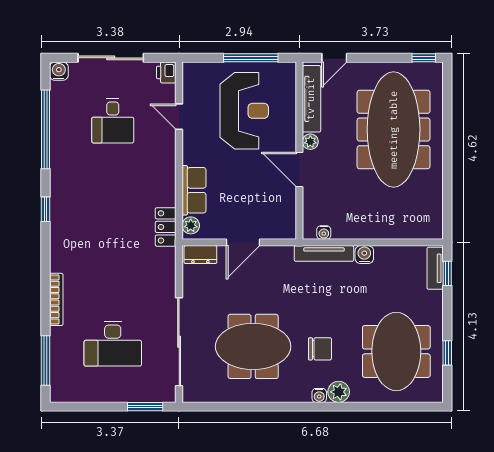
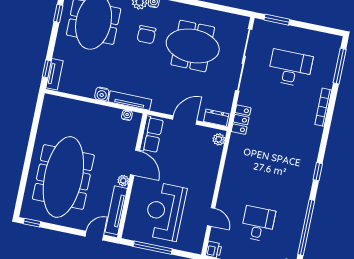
row of seats: (194, 190) -> (152, 135), moved, turned 180
locker: (166, 227) -> (241, 120), moved
chair: (320, 349) -> (146, 35), turned -90

